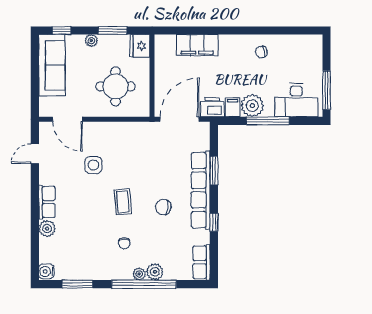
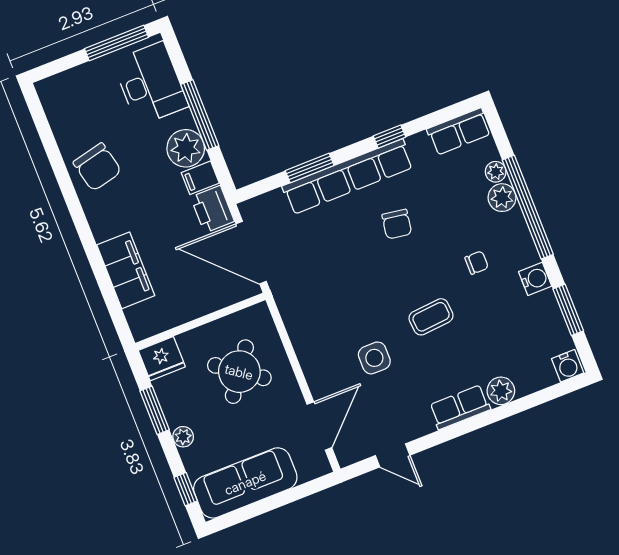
chair: (261, 52) -> (97, 167), width x1.87, depth x1.87
round table: (115, 86) -> (239, 372), turned 36
coffee table: (123, 202) -> (431, 317), moved
water cooler: (102, 272) -> (535, 279), added
plant: (139, 274) -> (496, 172), moved

